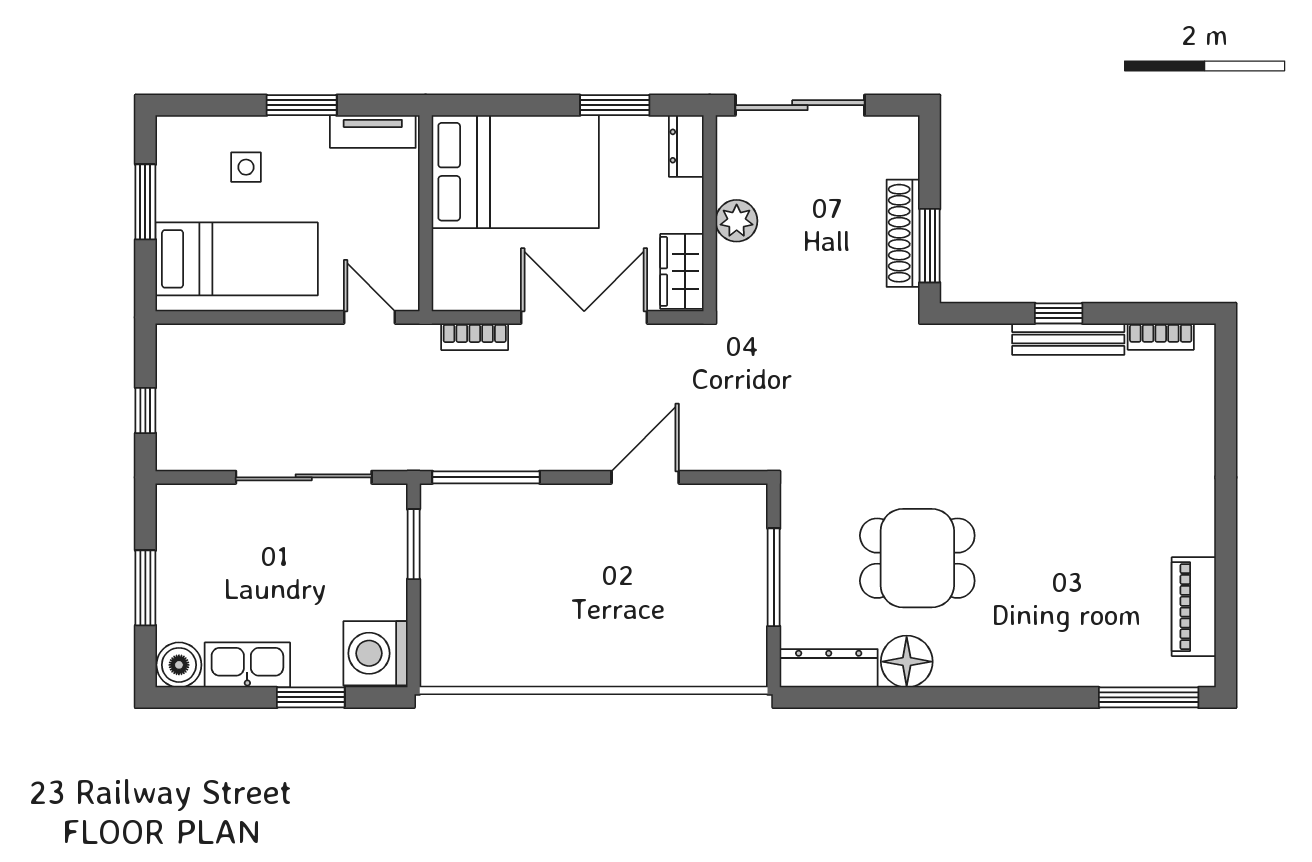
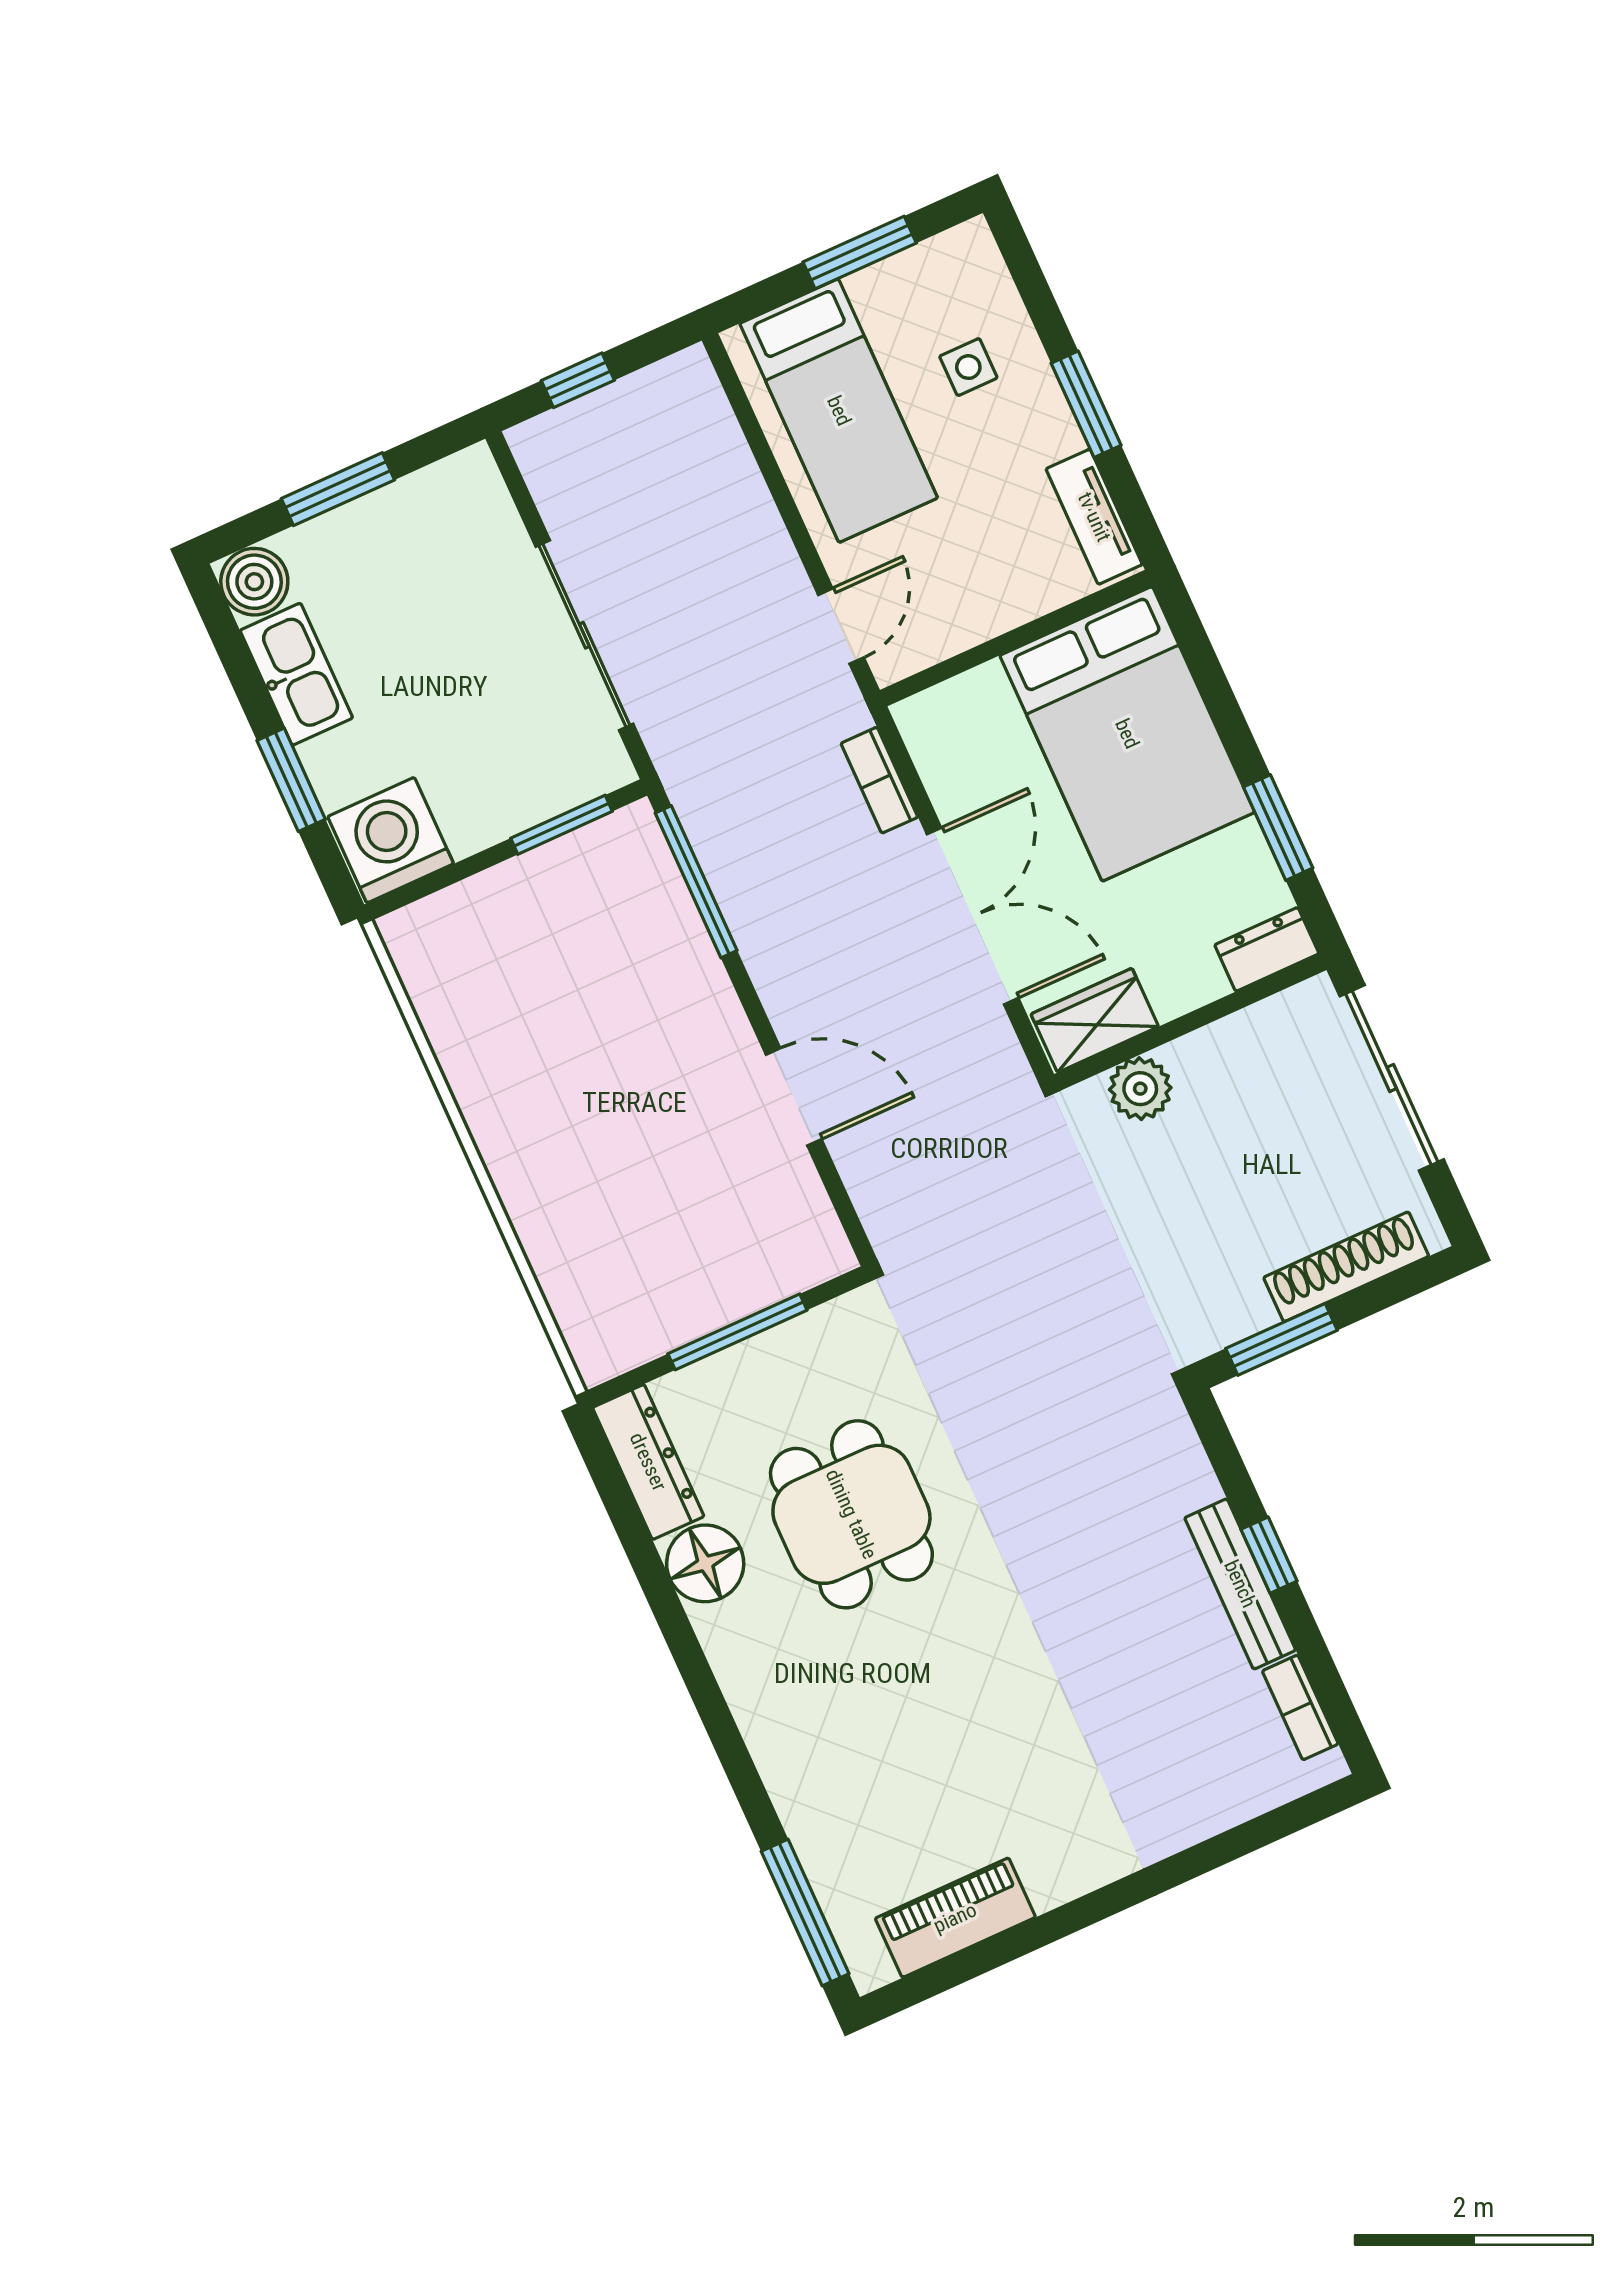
plant: (737, 221) -> (1140, 1089), moved
shoe rack: (903, 233) -> (1346, 1267), moved

